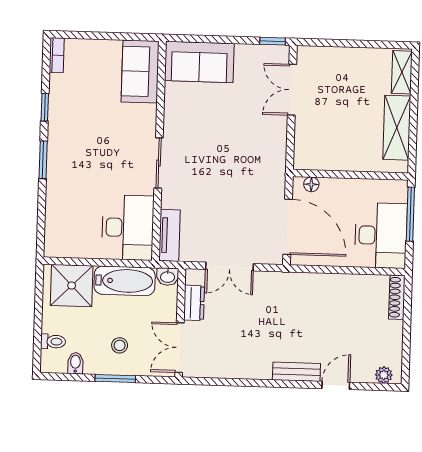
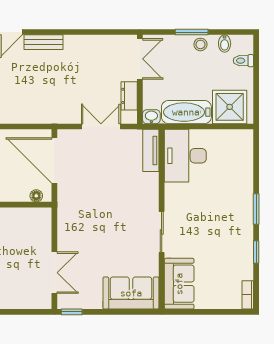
sliding door: (159, 163) -> (162, 232), moved
stool: (120, 345) -> (200, 44), moved

